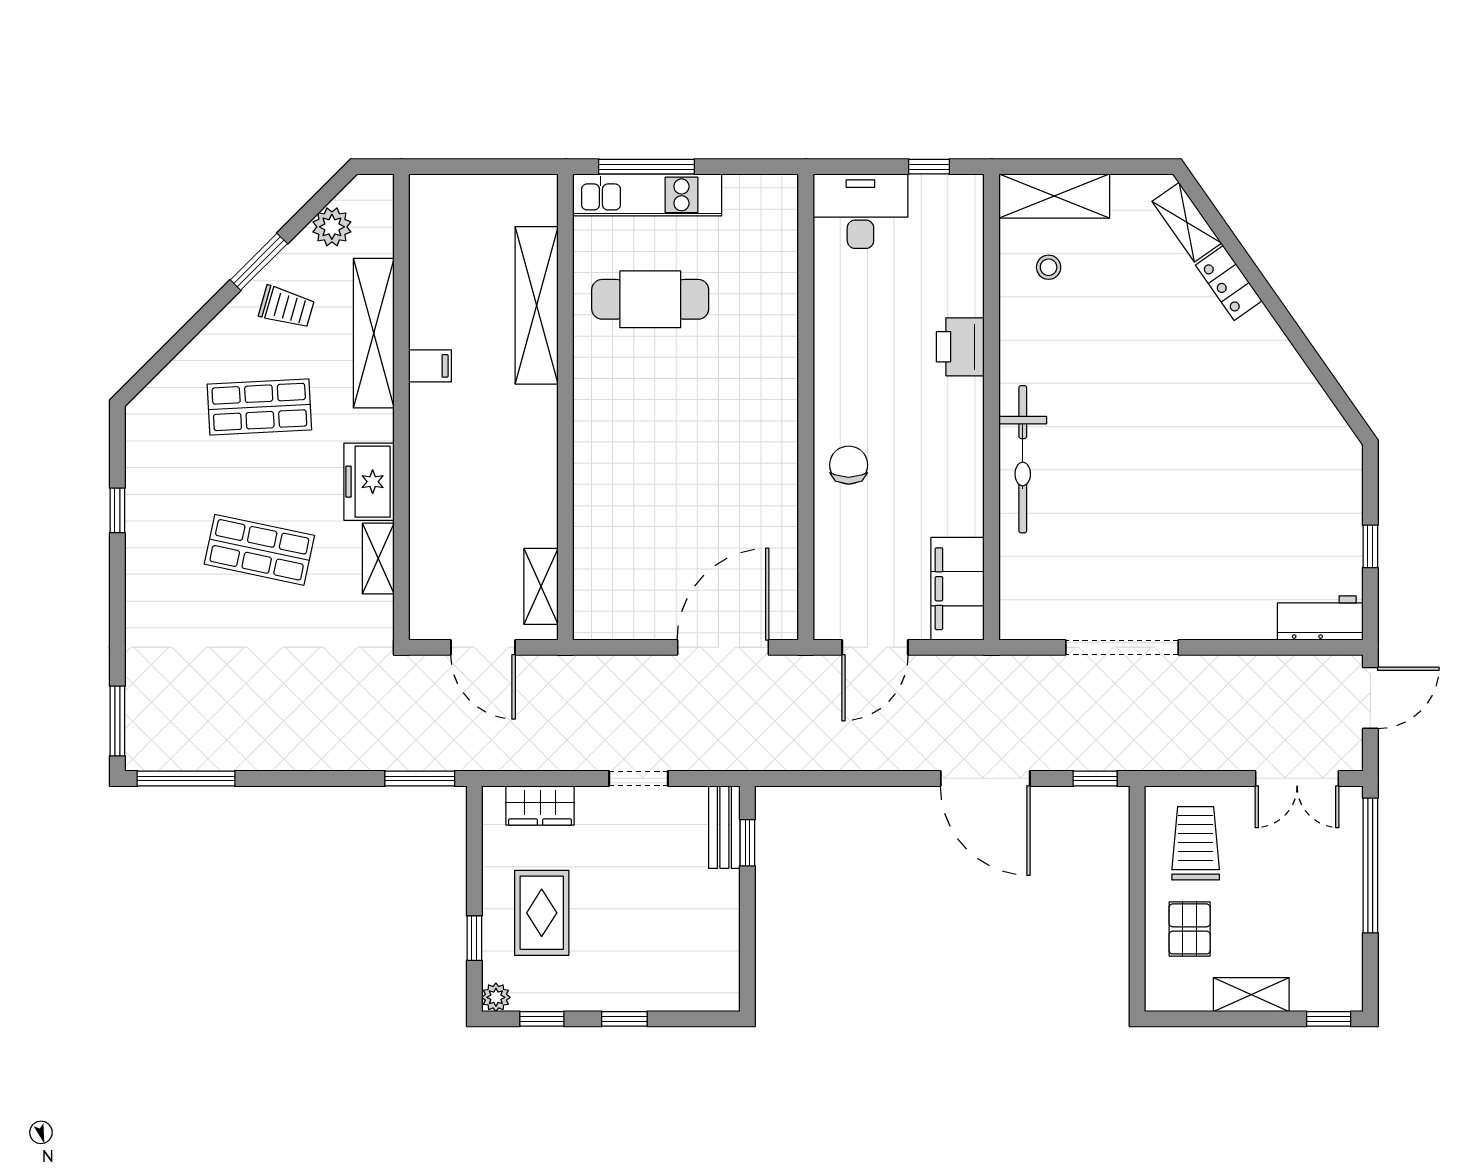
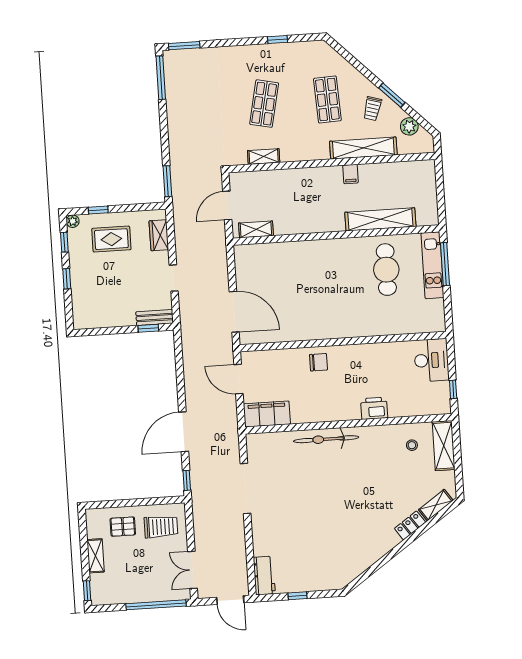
freezer: (369, 482) -> (297, 150), removed

